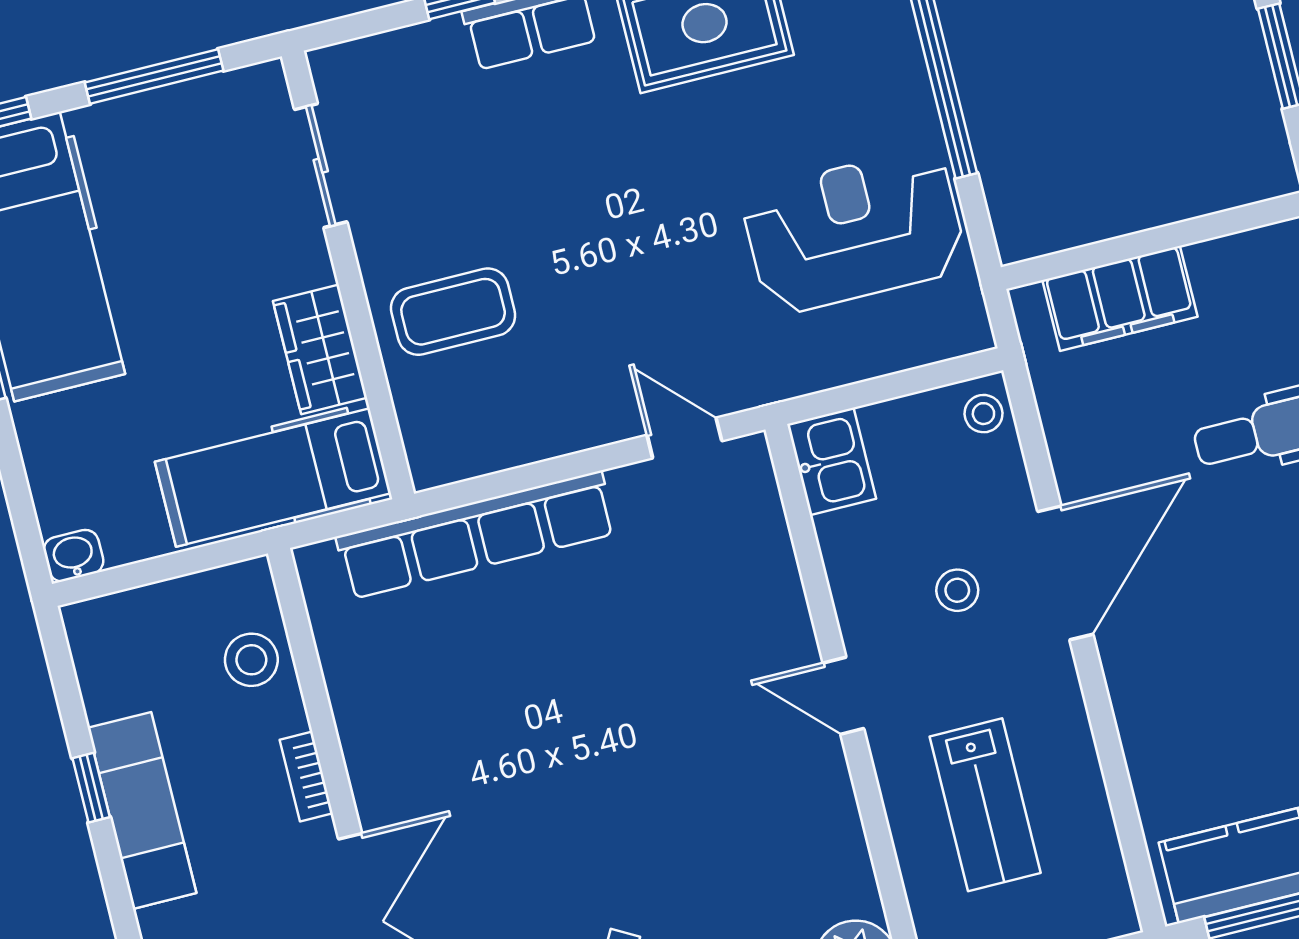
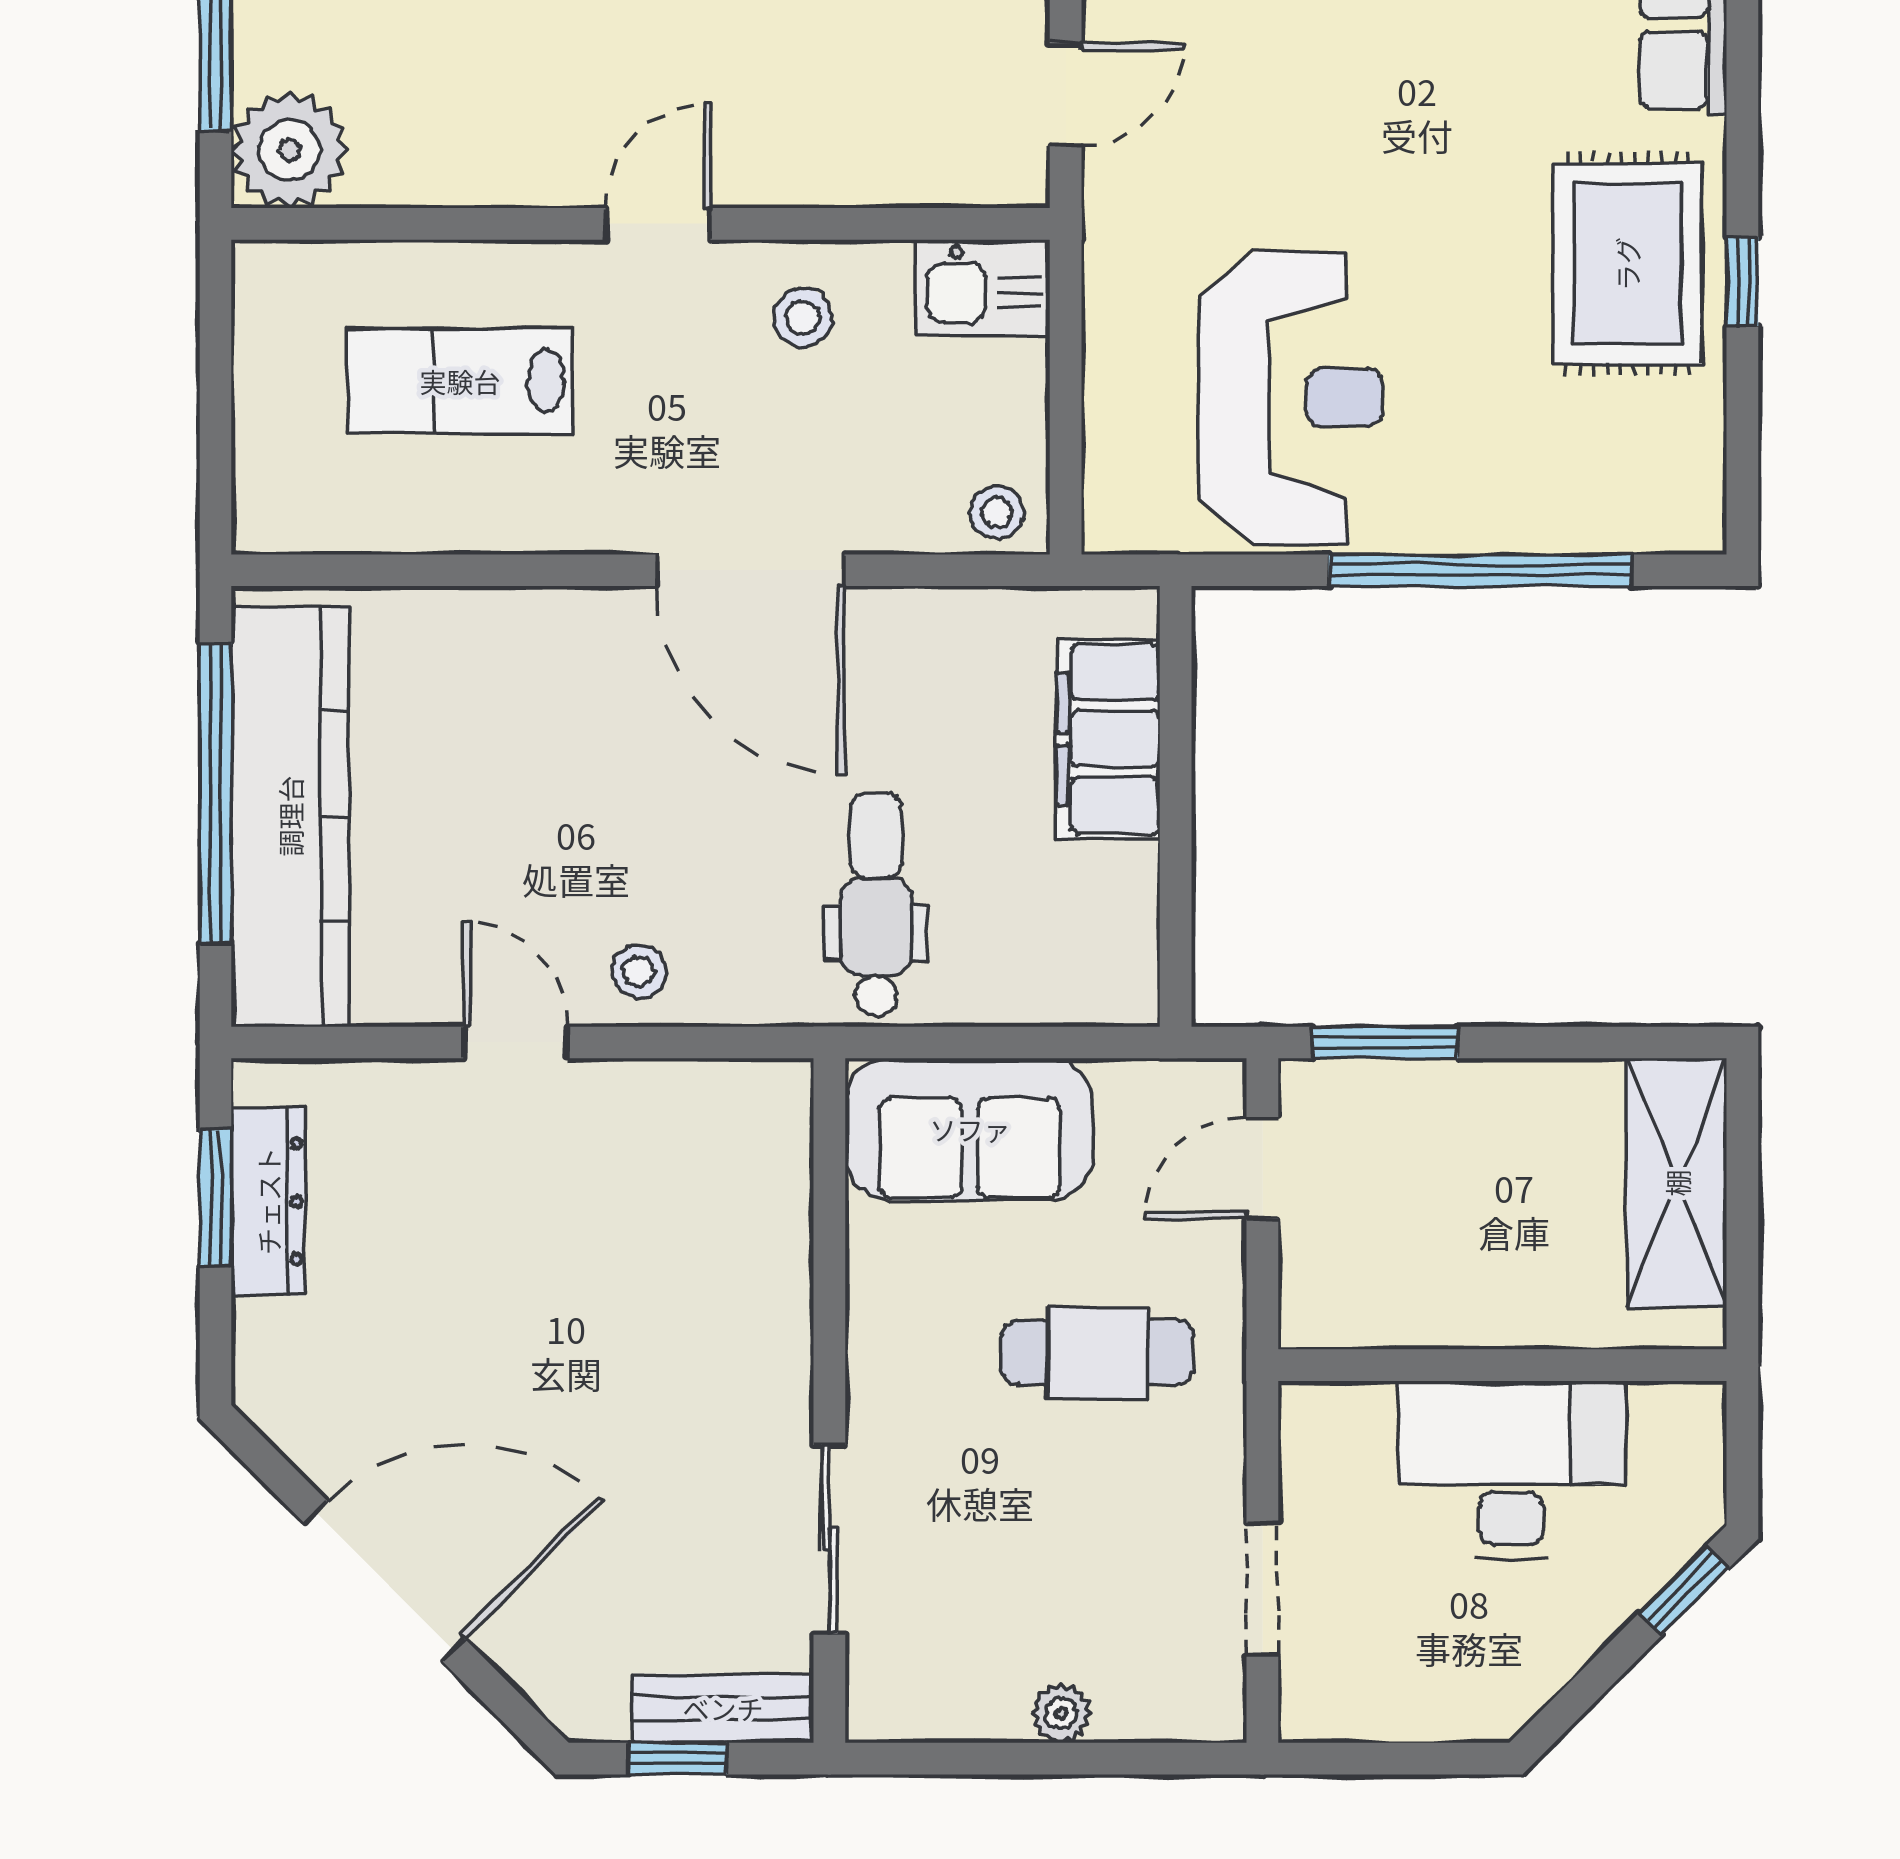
stool: (957, 590) -> (803, 318), moved

